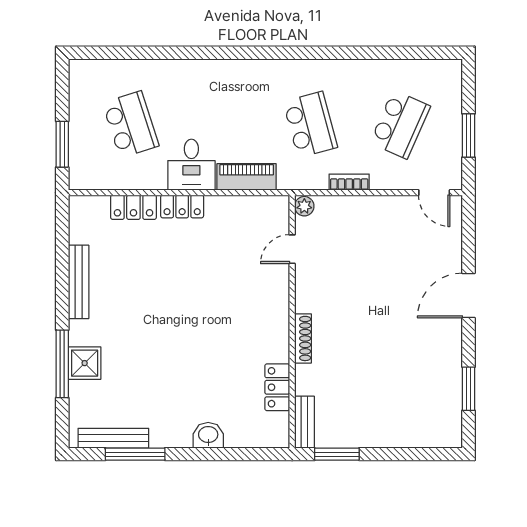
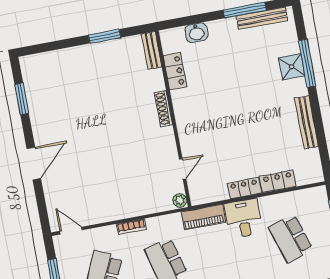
plant: (304, 206) -> (180, 200), moved
door: (292, 249) -> (183, 169), moved
wall: (292, 322) -> (173, 119), moved
shoe rack: (303, 338) -> (163, 108), moved
locker: (277, 387) -> (175, 71), moved
bench: (304, 422) -> (152, 50), moved

